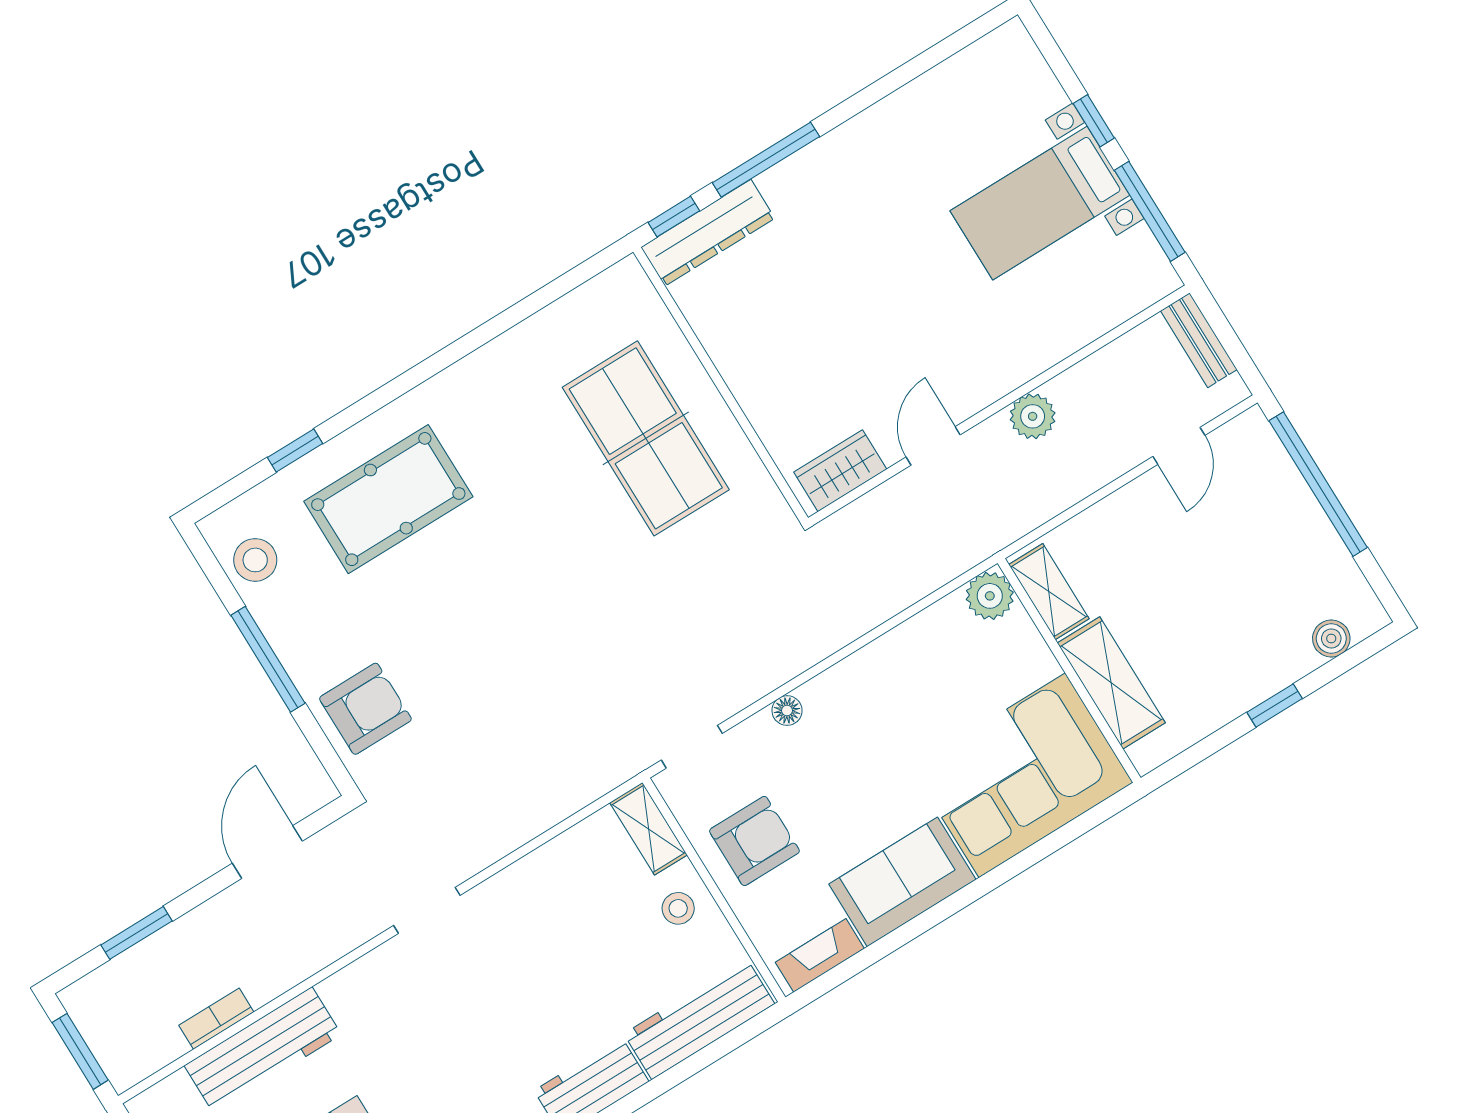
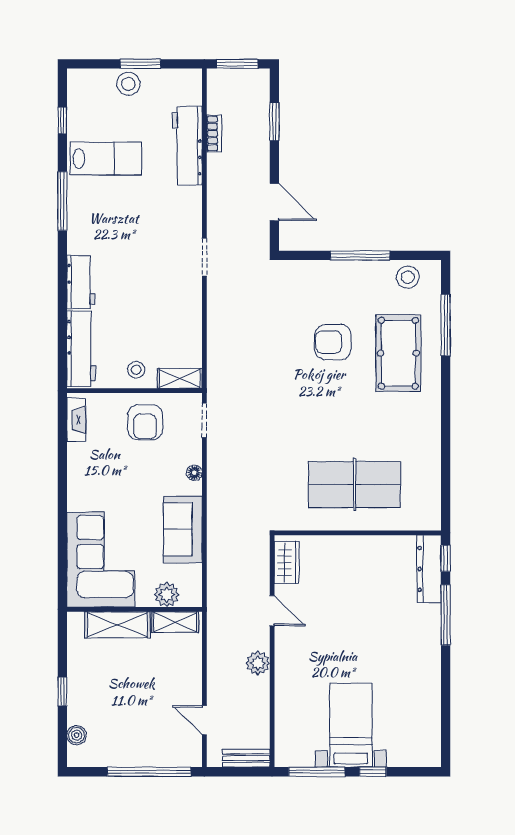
window: (295, 451) -> (446, 325), width x2.17
plant: (990, 596) -> (167, 595), moved
armchair: (365, 709) -> (333, 342), moved, turned 90
sofa: (902, 882) -> (183, 529), moved, turned 180

